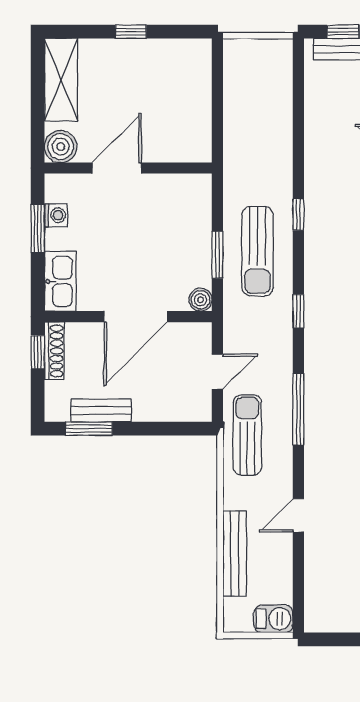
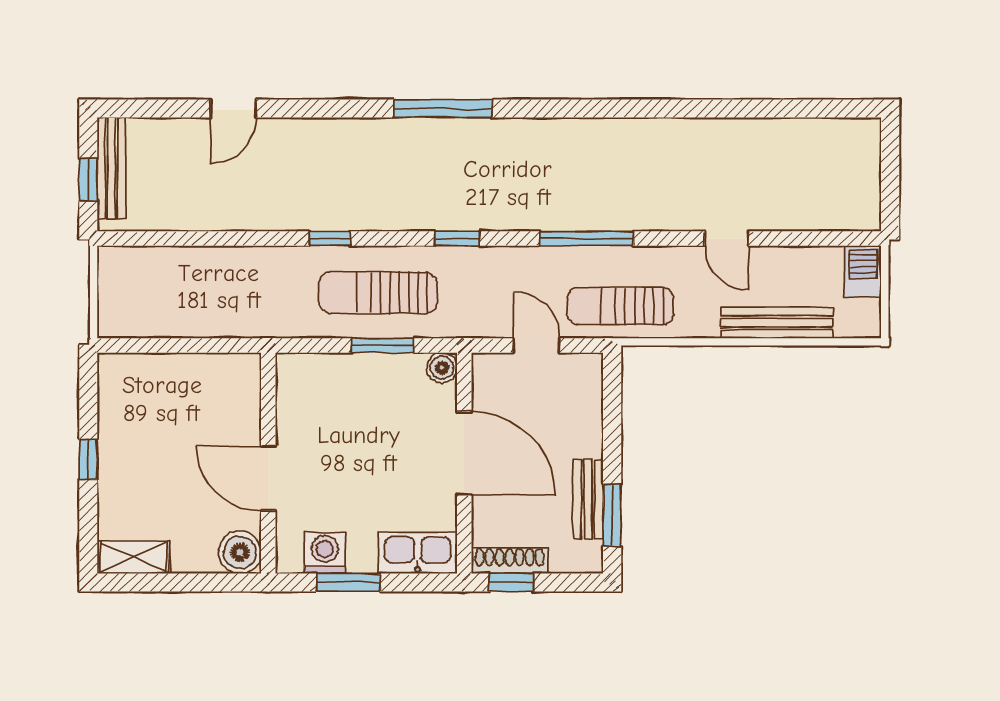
shelving: (61, 80) -> (133, 557), width x0.67, depth x0.75
washing machine: (56, 215) -> (325, 553), width x1.38, depth x1.38
sun lounger: (257, 251) -> (378, 293), turned 180

